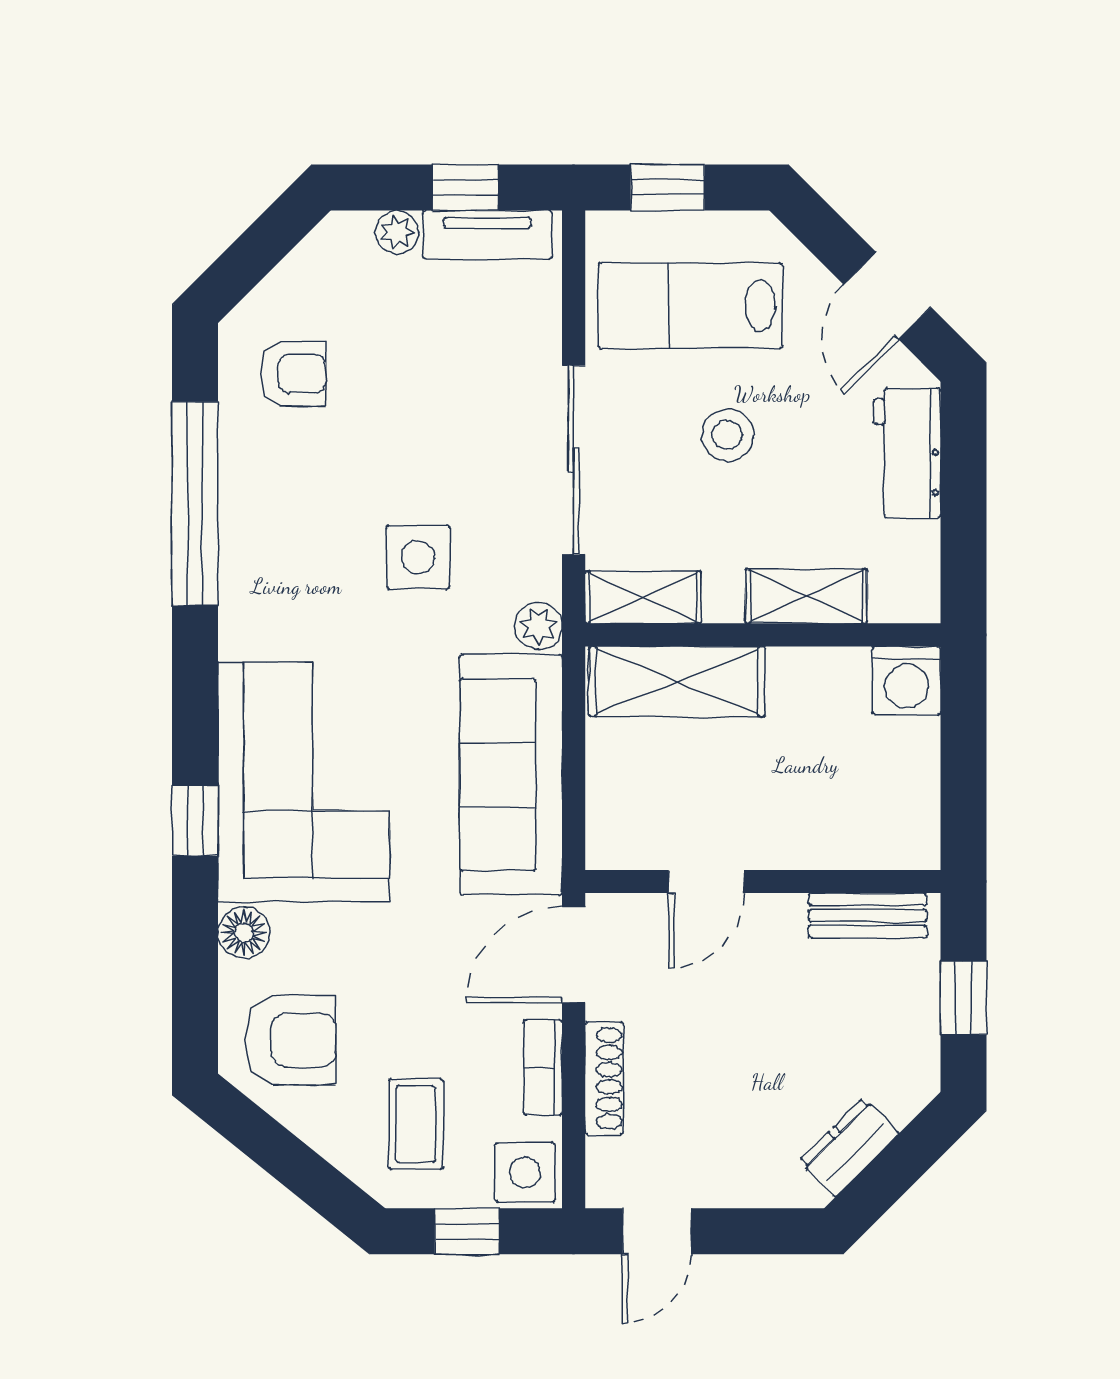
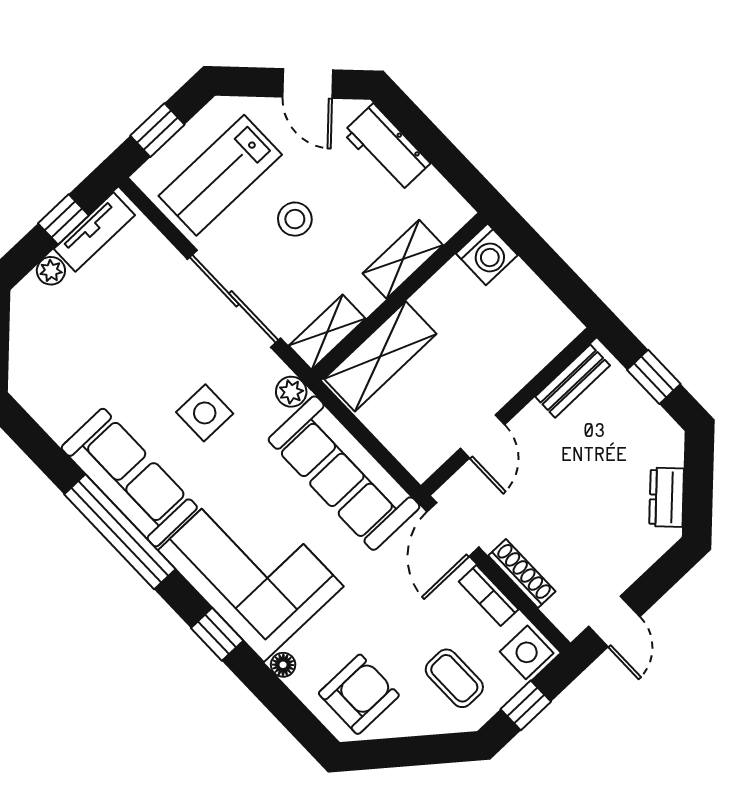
armchair: (293, 374) -> (65, 383), removed
window: (195, 504) -> (120, 532), moved
sofa: (264, 550) -> (129, 478), added
floor lamp: (244, 933) -> (283, 665), width x0.73, depth x0.73

